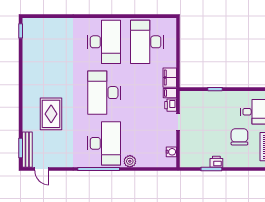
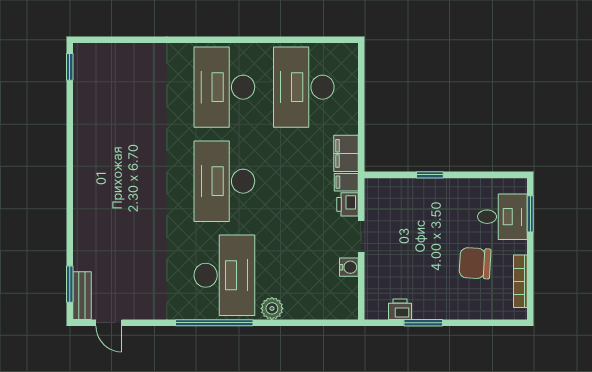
desk: (104, 42) -> (224, 87), turned 180
rug: (51, 114) -> (126, 221), removed
chair: (239, 137) -> (475, 263), turned -87
bench: (27, 150) -> (82, 296), width x0.73
water cooler: (171, 152) -> (349, 267), moved
printer: (216, 162) -> (400, 309), moved

